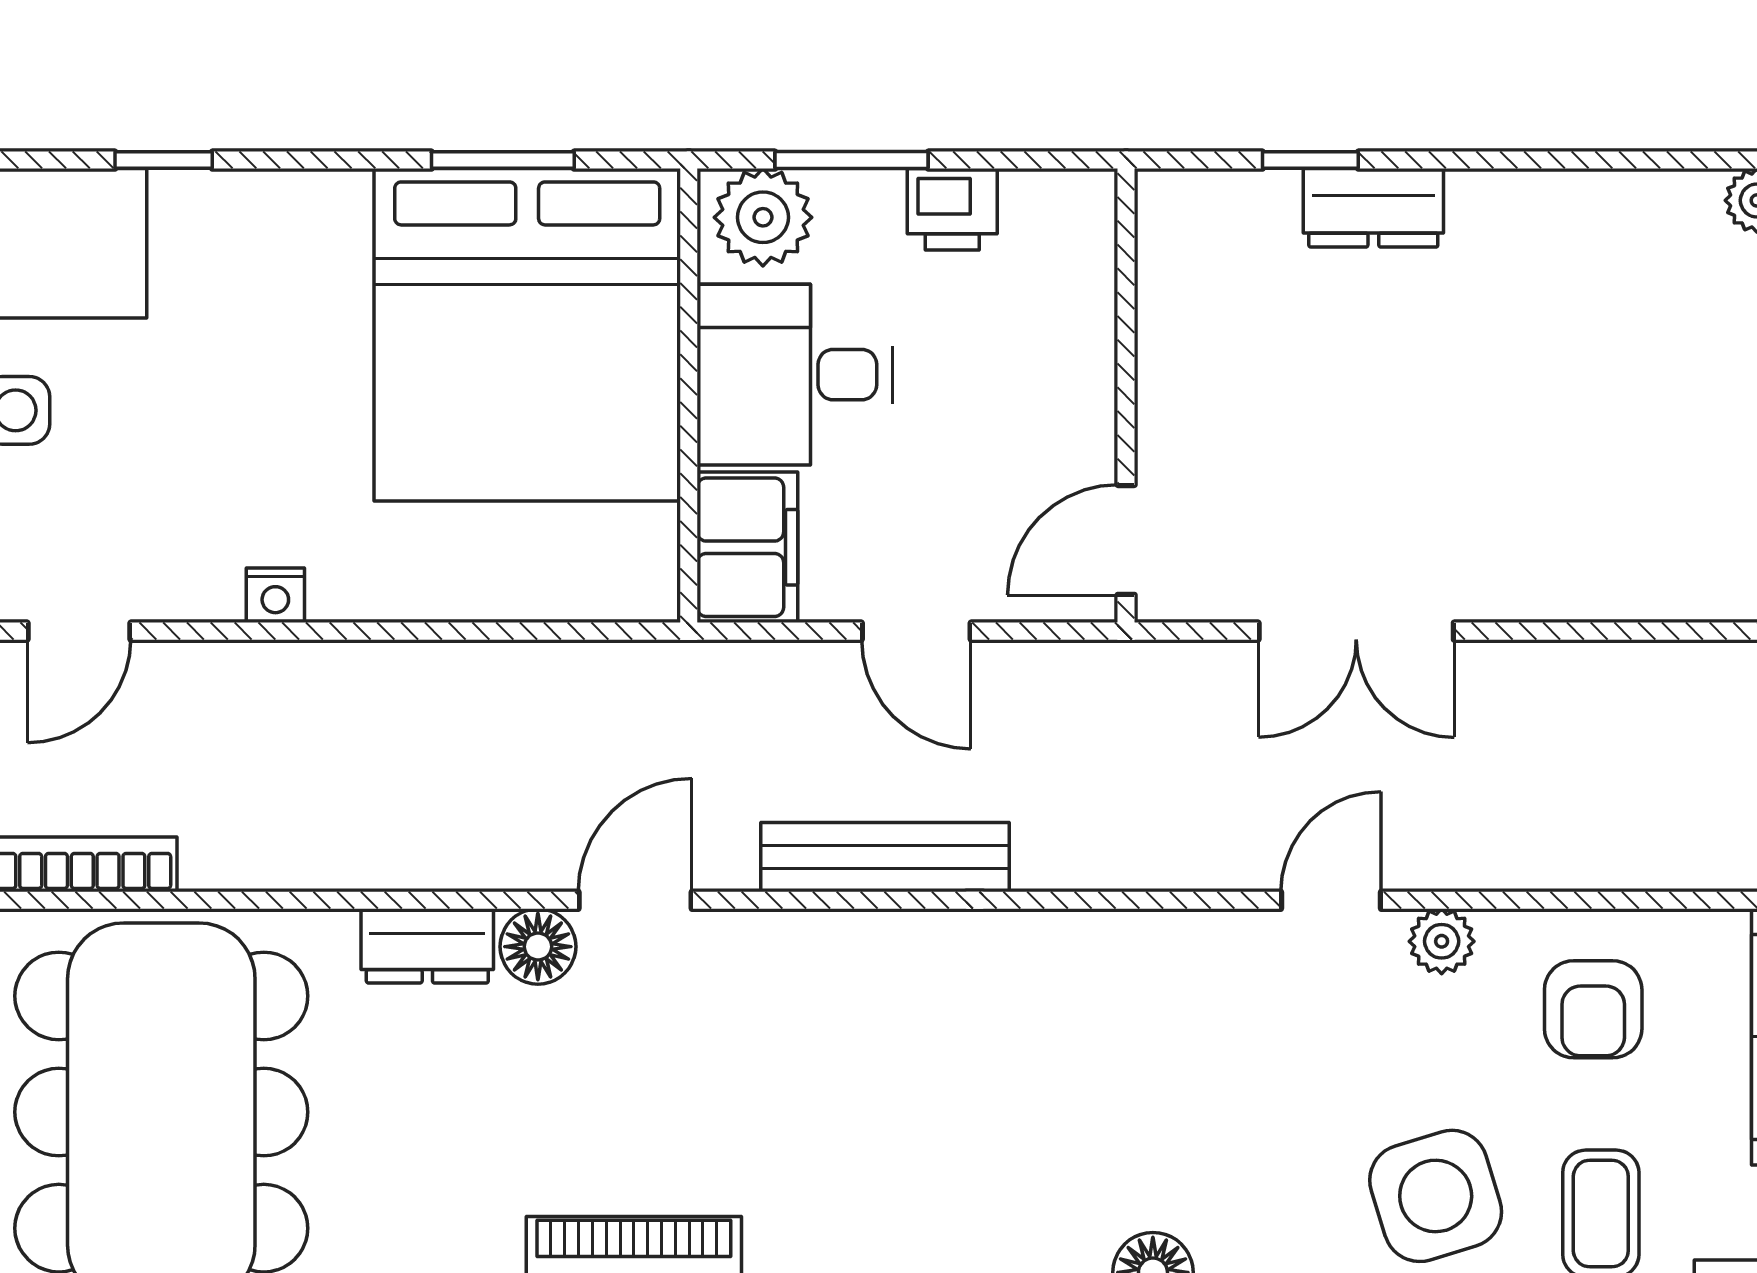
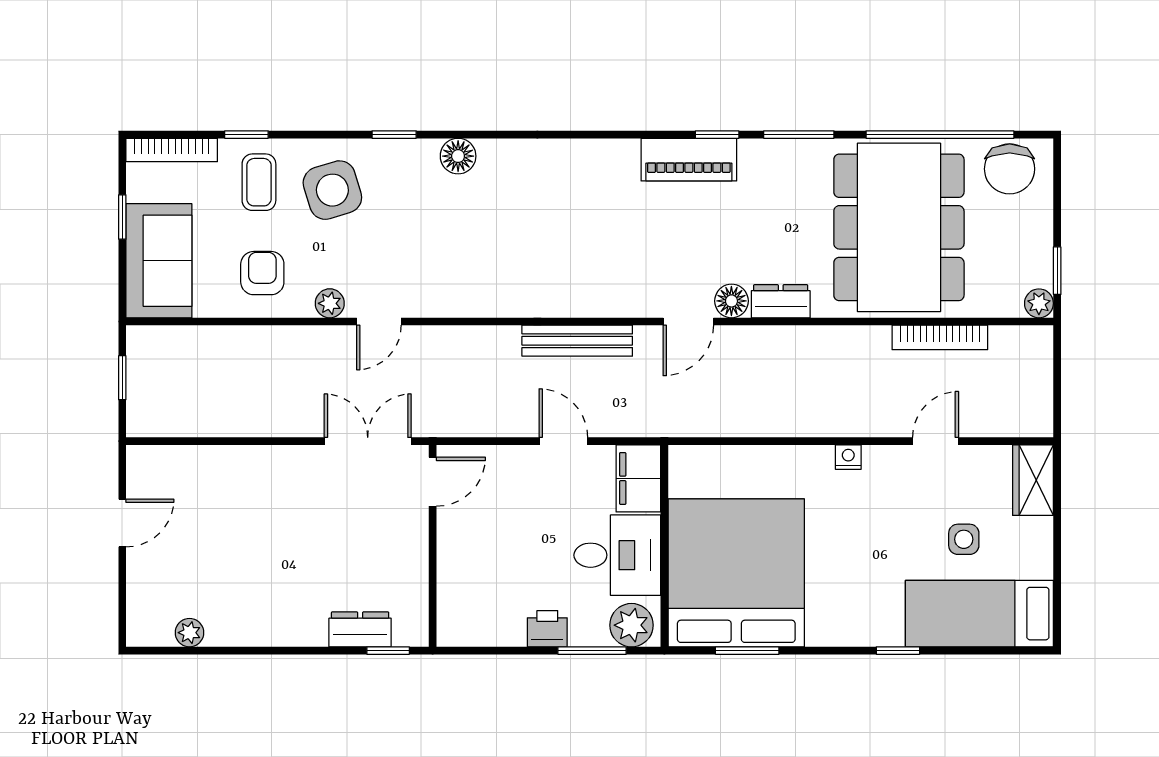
wall: (1126, 396) -> (433, 546), moved
door: (1126, 540) -> (433, 482), moved

